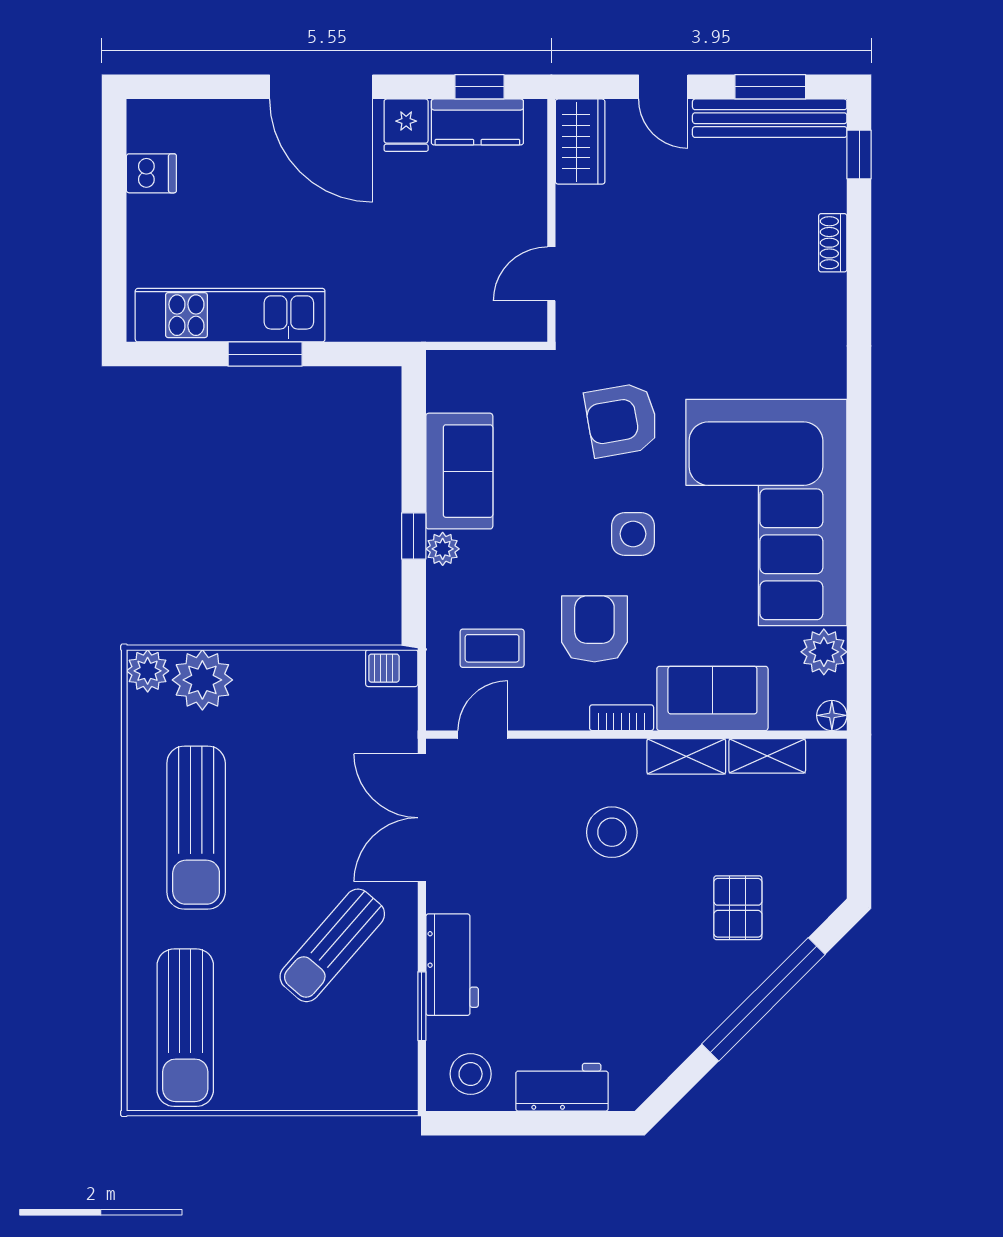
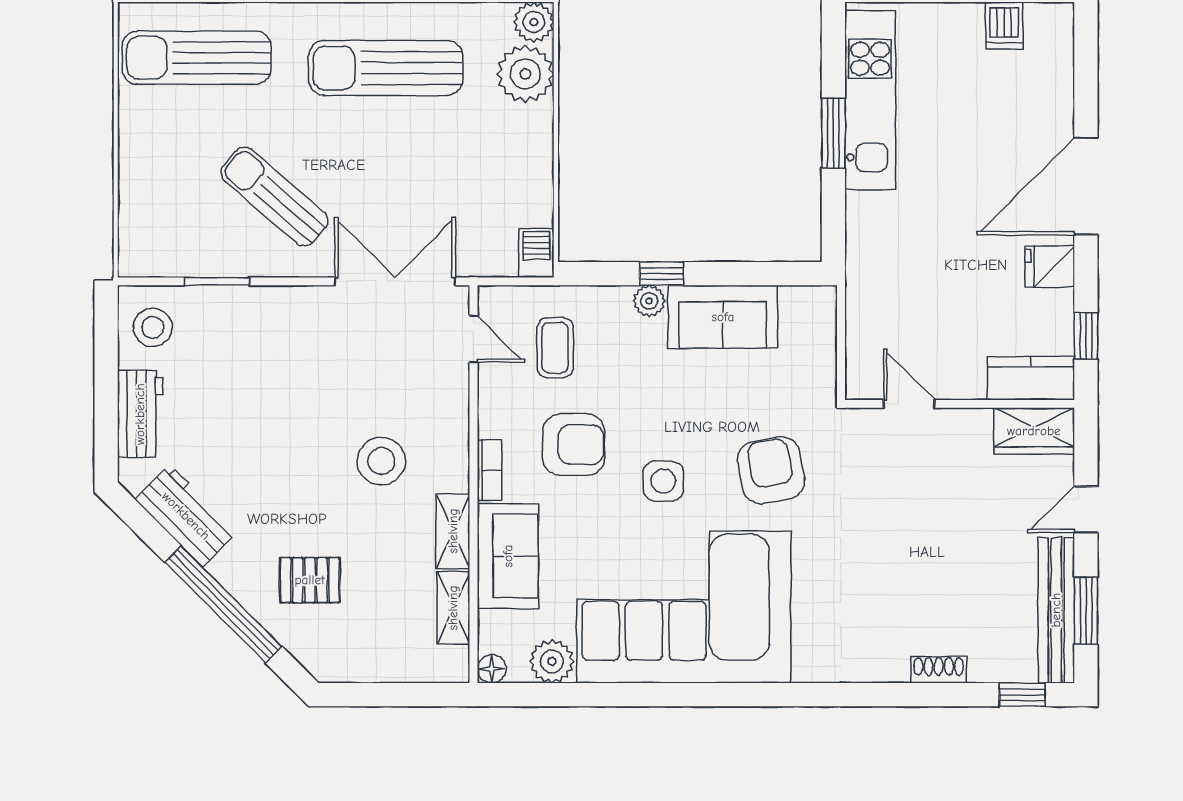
kitchen counter: (477, 122) -> (1031, 378), moved, turned 90
workbench: (452, 965) -> (186, 516), moved, turned -135

